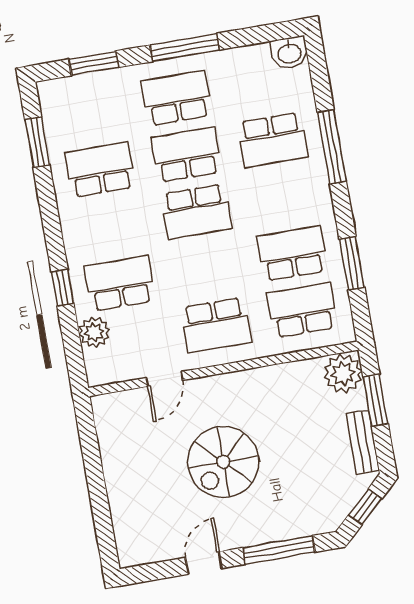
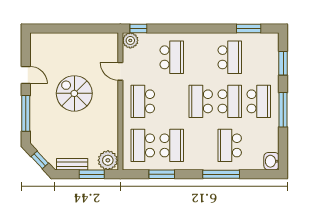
window: (62, 288) -> (138, 29), moved
school desk: (302, 310) -> (143, 145), turned 180
plant: (94, 332) -> (130, 40), moved

